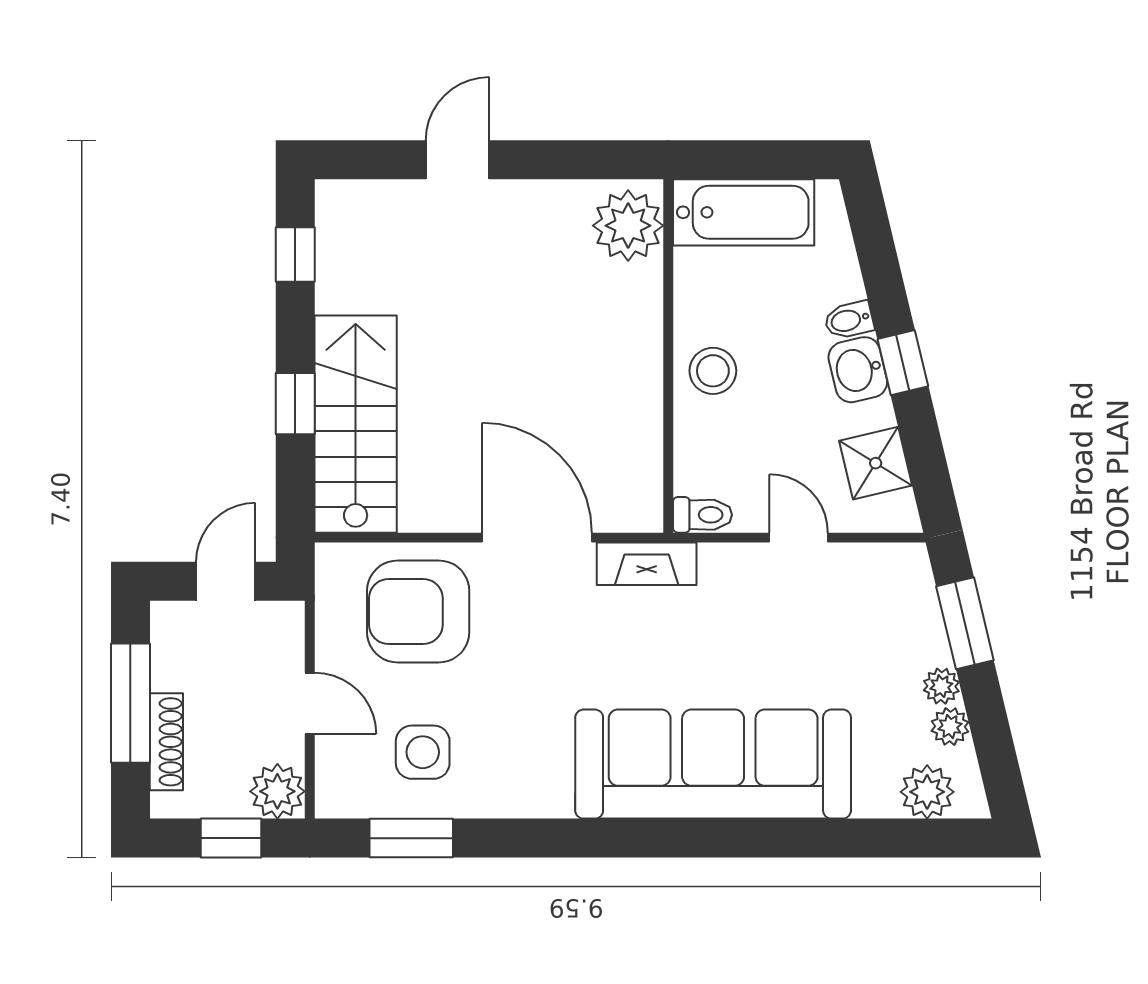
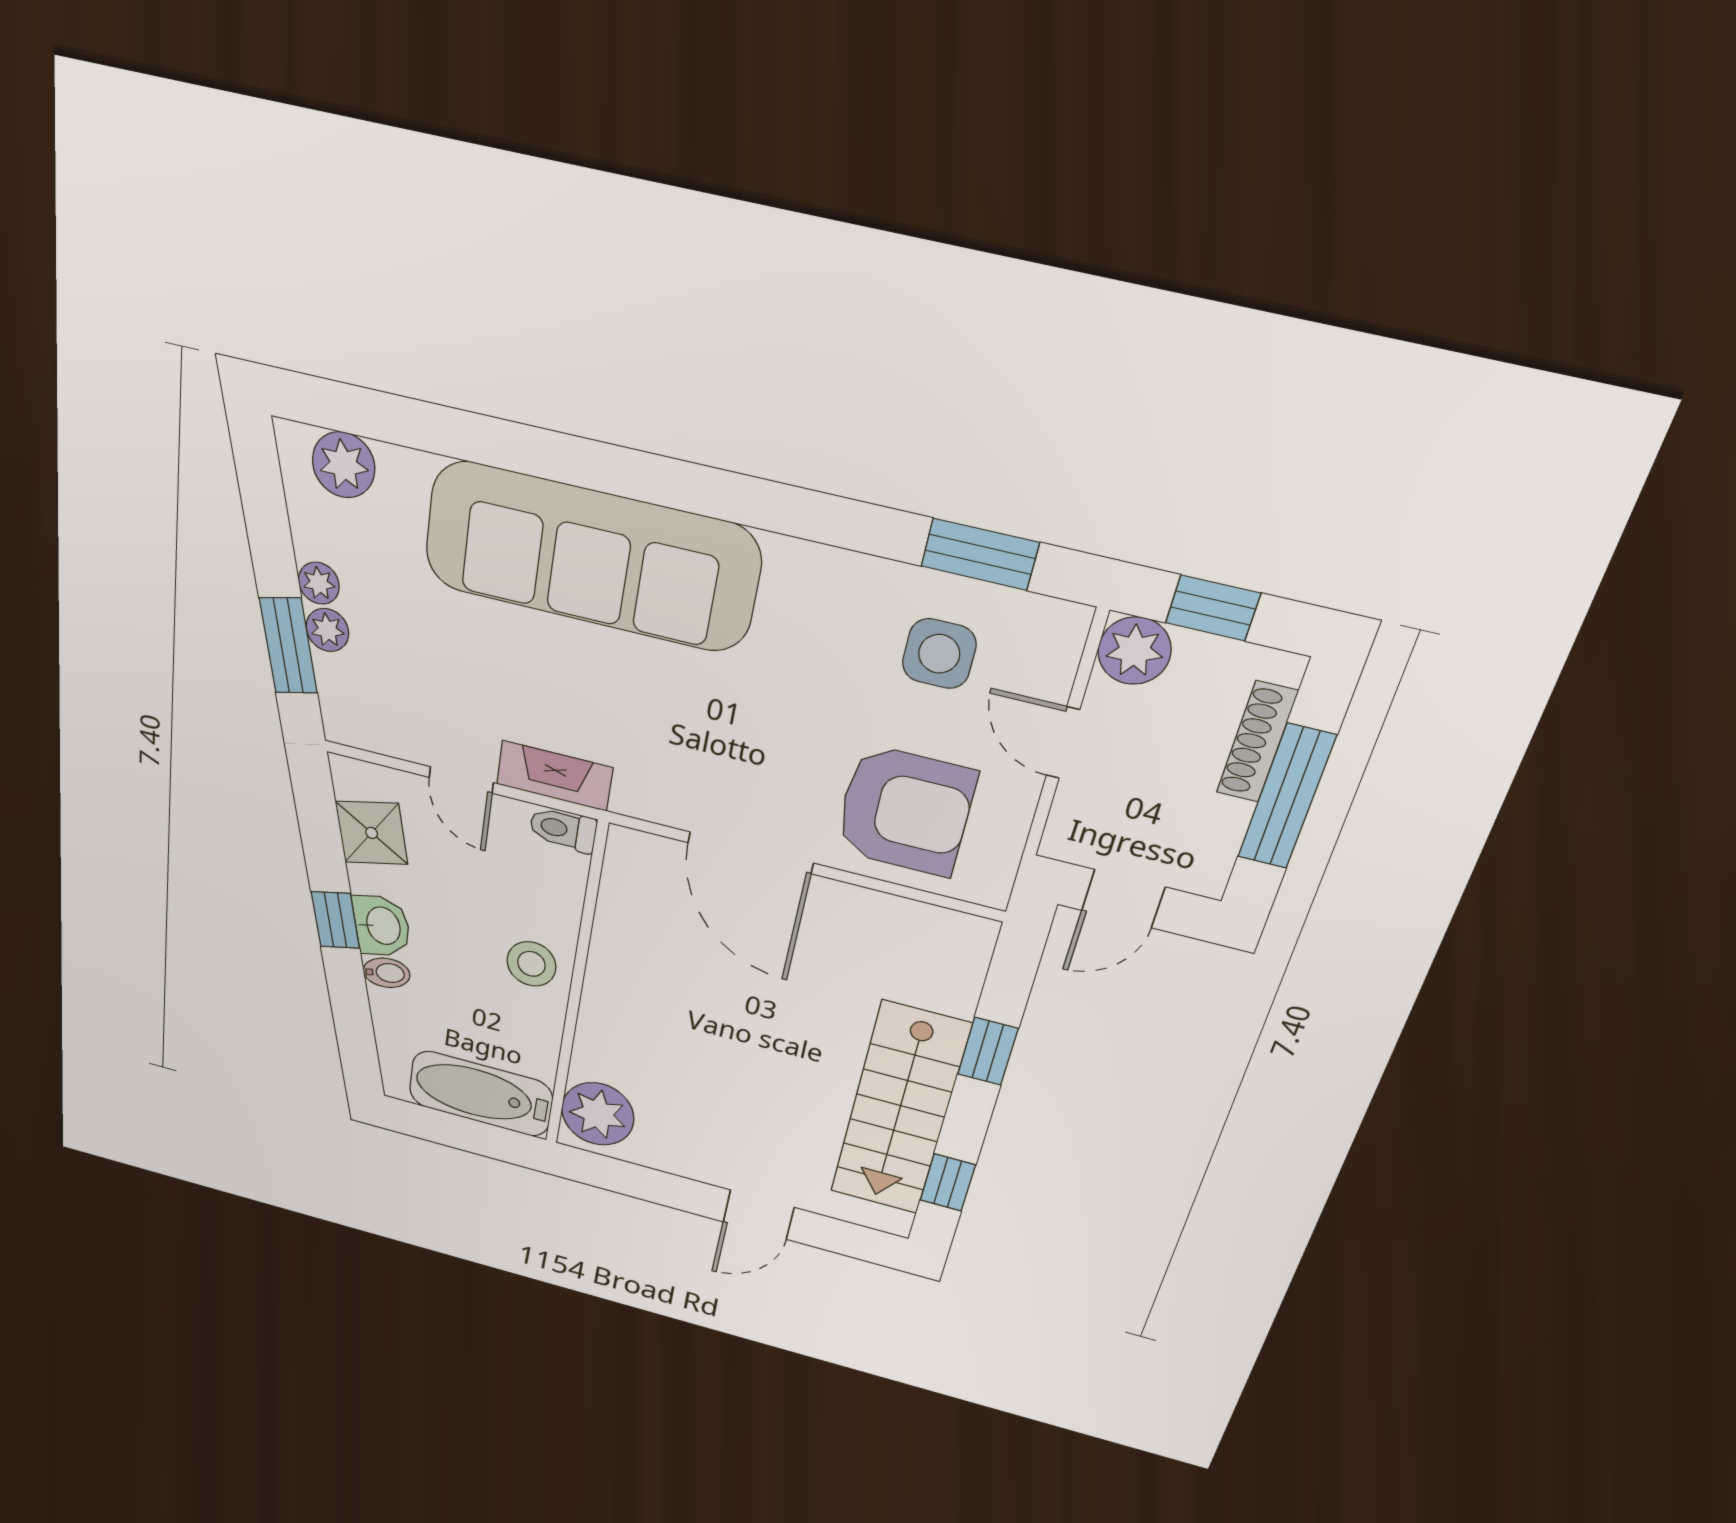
stairs: (356, 424) -> (900, 1109), moved
fireplace: (647, 564) -> (555, 776), moved
plant: (950, 726) -> (327, 630), moved

